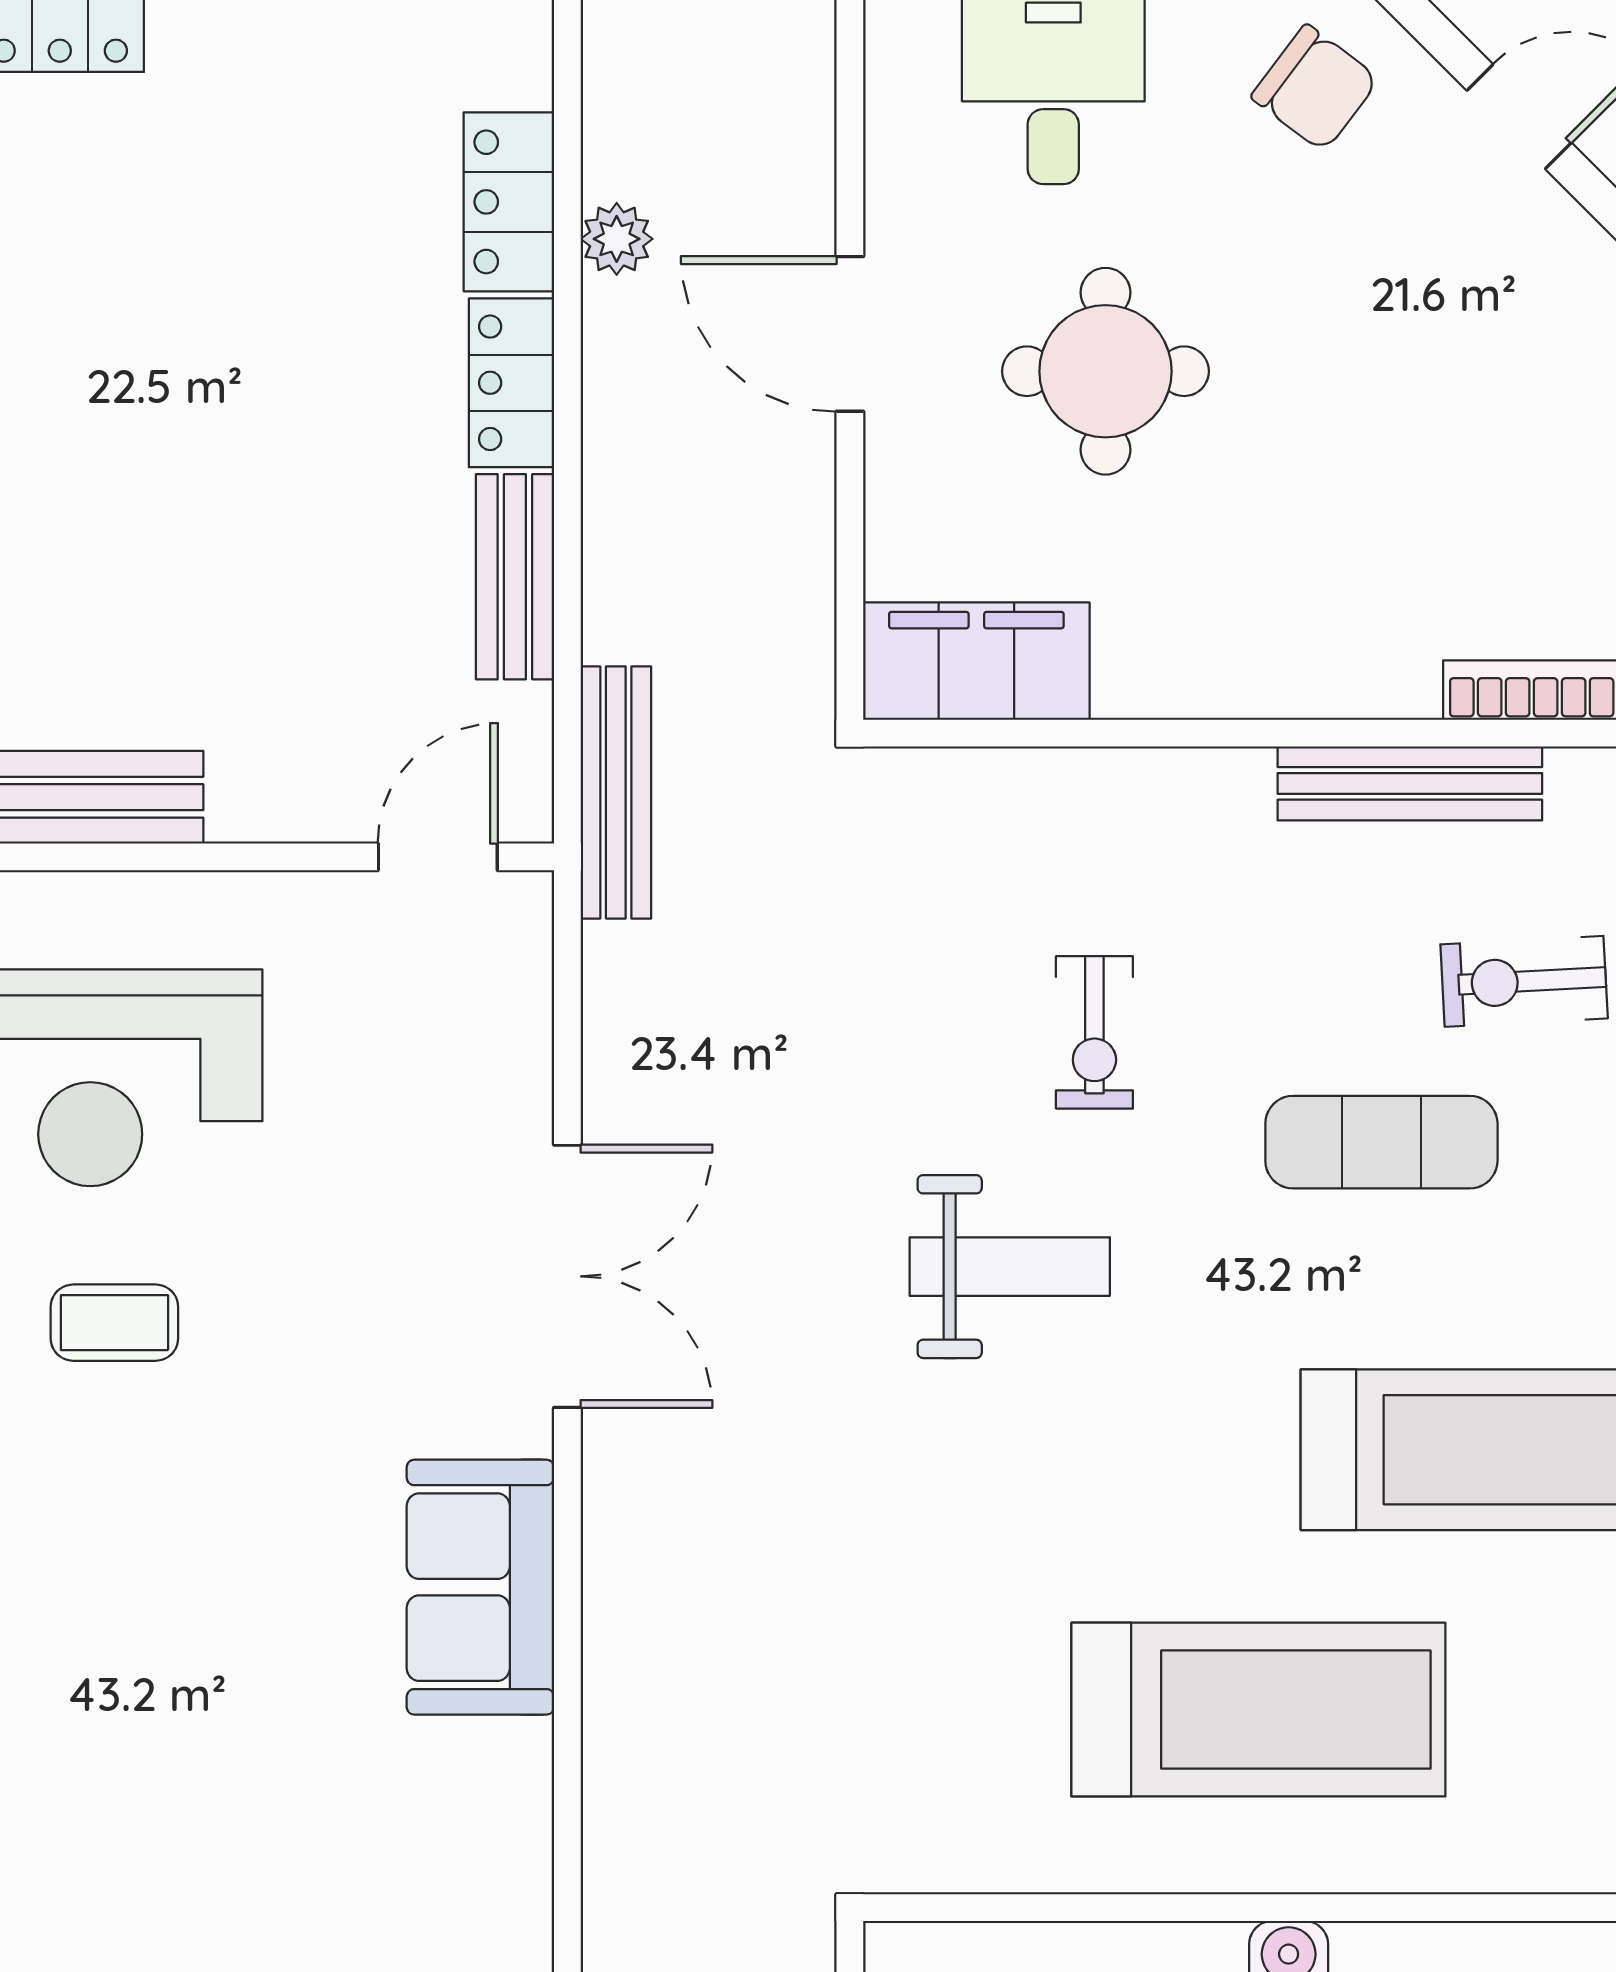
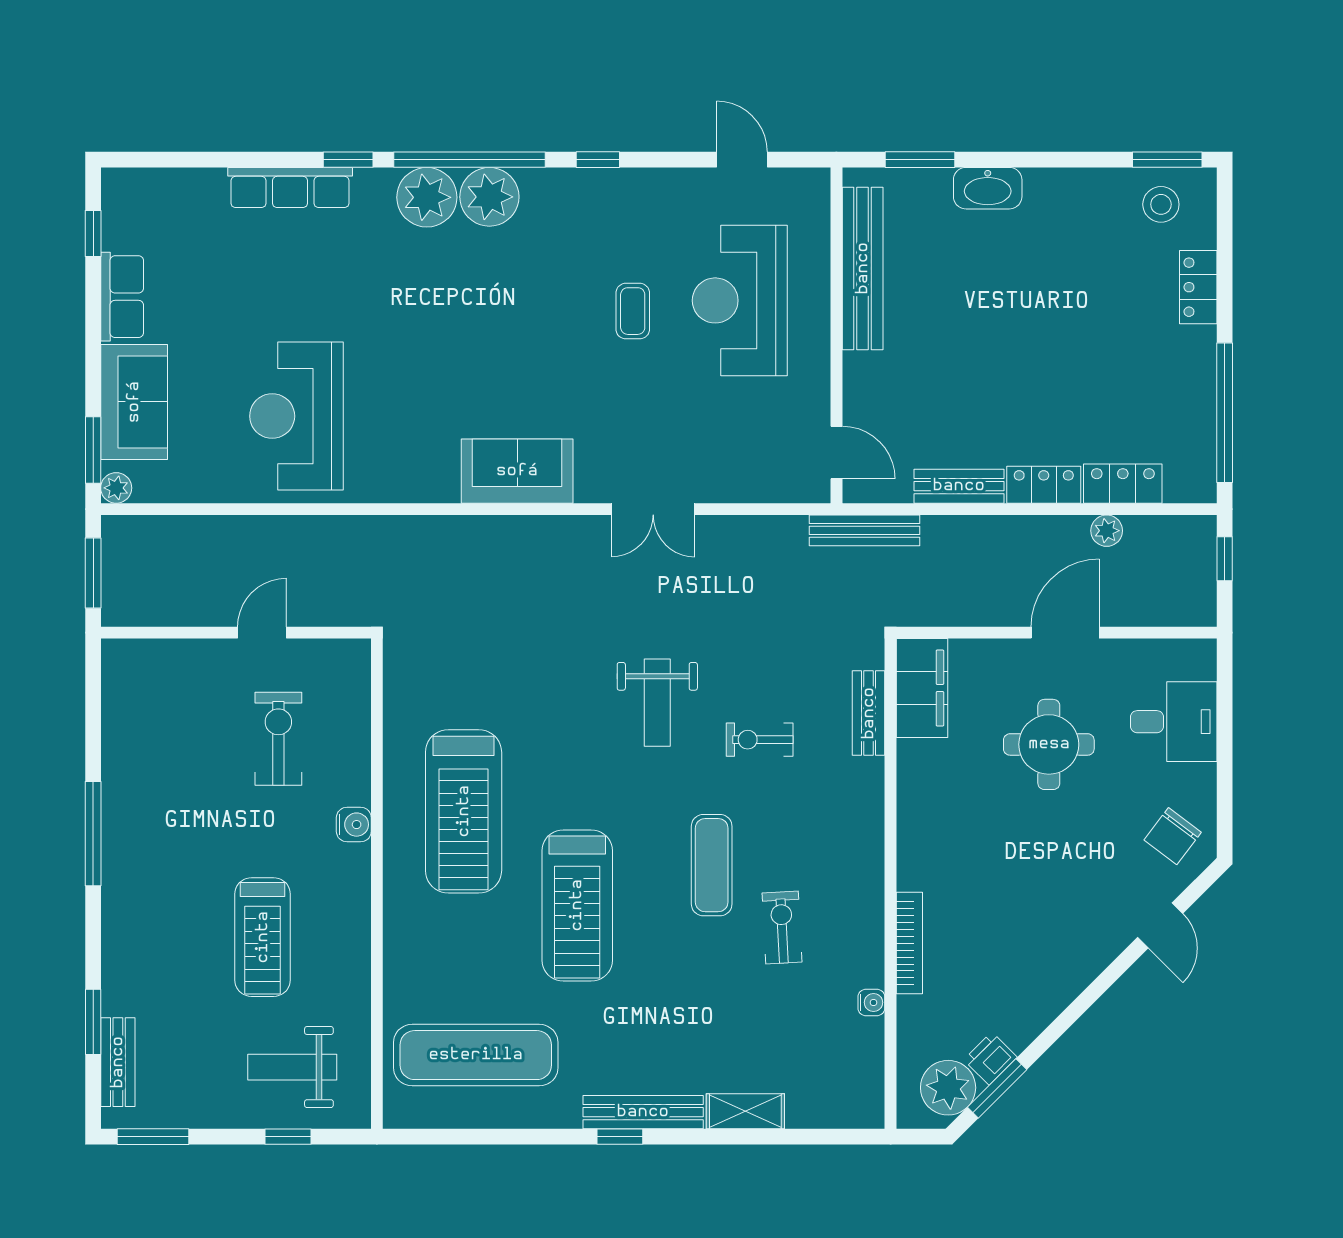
bench: (1410, 783) -> (869, 713), moved, width x0.73
double door: (567, 1276) -> (653, 509), width x0.73

